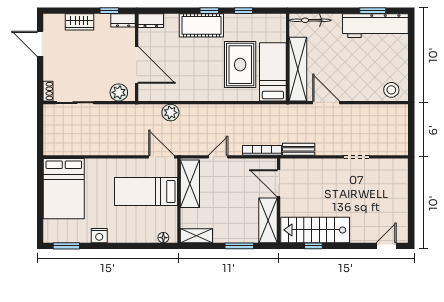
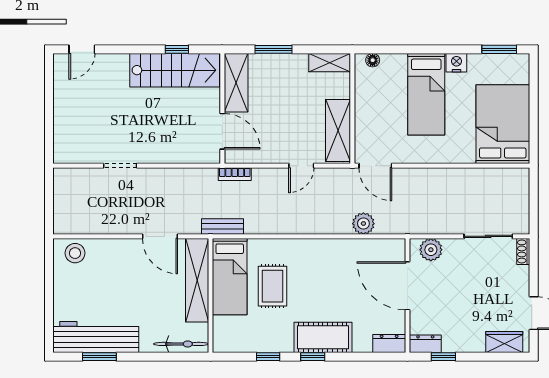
wardrobe: (79, 22) -> (504, 342), moved
rug: (240, 65) -> (272, 286), width x0.73, depth x0.70
bench: (299, 149) -> (222, 227), moved
bookcase: (262, 150) -> (235, 174), width x0.64
bed: (146, 192) -> (426, 94), moved, turned 90

